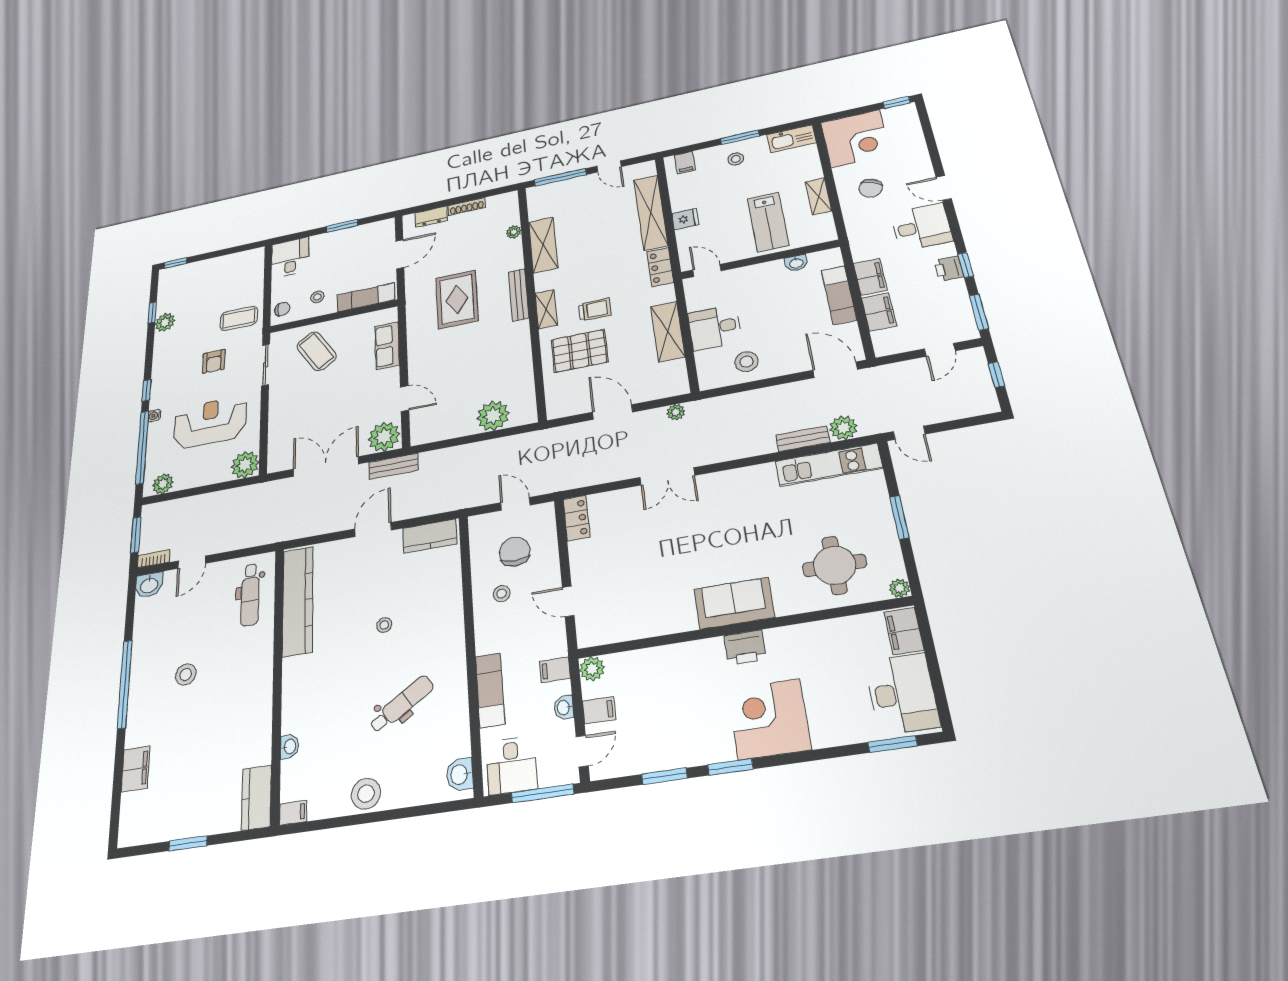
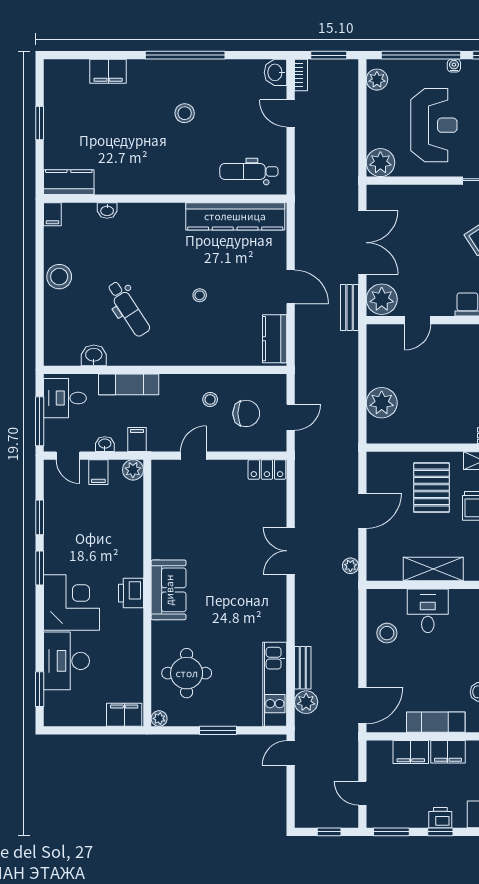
desk: (902, 694) -> (66, 661), moved, turned 90
washbasin: (460, 774) -> (94, 355), moved

